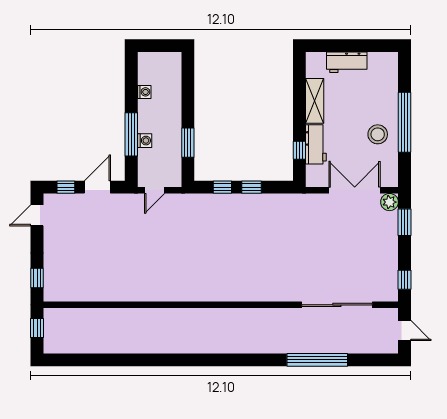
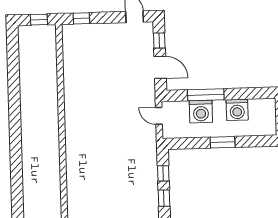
washing machine: (144, 92) -> (237, 110), width x1.89, depth x1.89
washing machine: (145, 141) -> (201, 111), width x1.89, depth x1.89
window: (188, 143) -> (223, 142), moved

